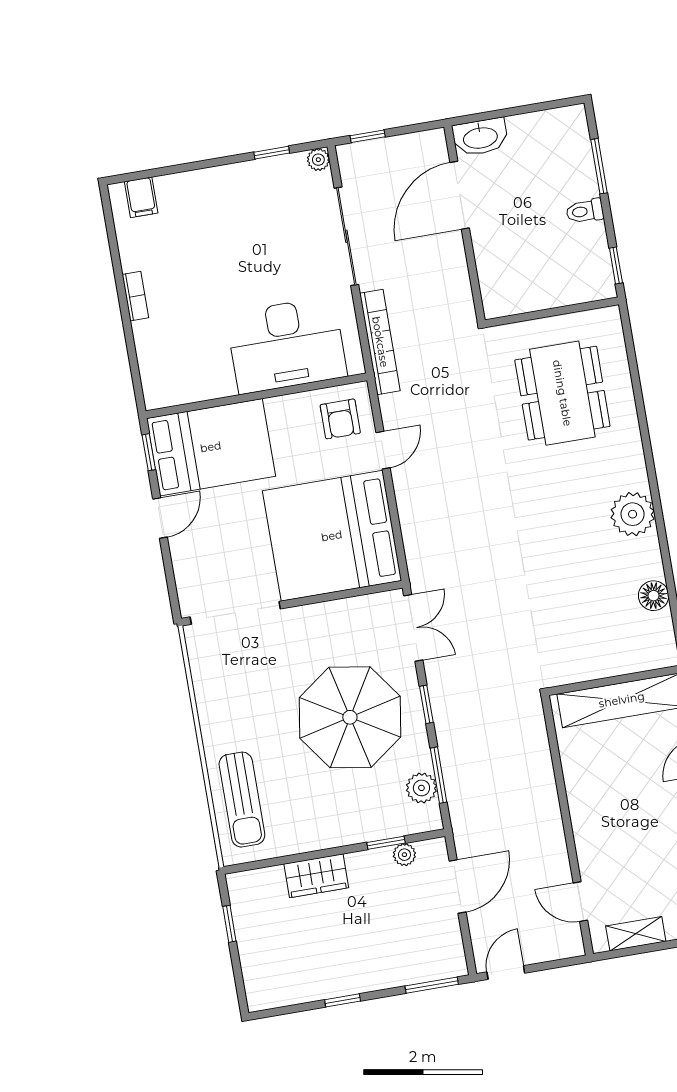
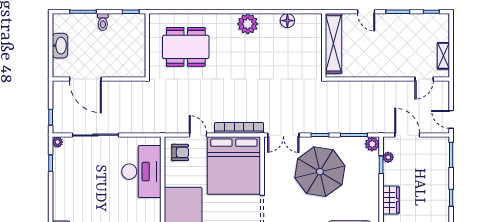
washbasin: (480, 137) -> (60, 46), moved
bookcase: (380, 342) -> (239, 128), moved
double door: (413, 628) -> (283, 135), swing flipped
plant: (421, 788) -> (372, 144), moved

